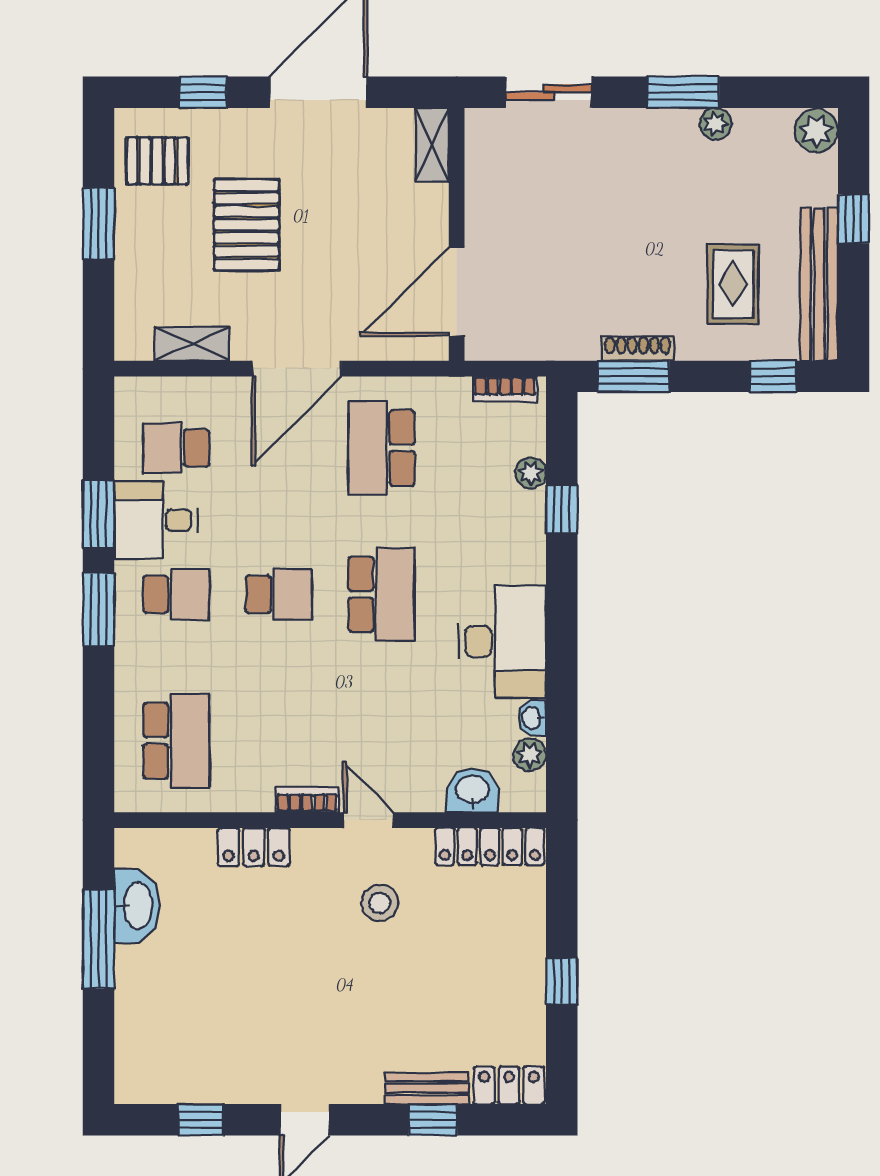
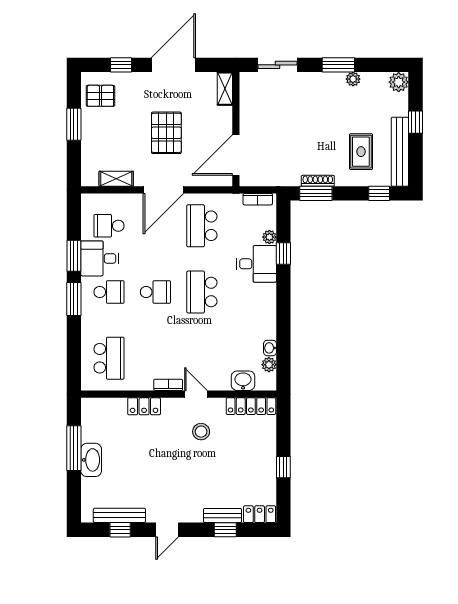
pallet: (247, 225) -> (166, 133), moved
school desk: (381, 594) -> (202, 292), turned 180
desk: (502, 642) -> (256, 264), moved, width x0.73
washbasin: (137, 906) -> (91, 460), moved
bench: (199, 1088) -> (119, 515), added

